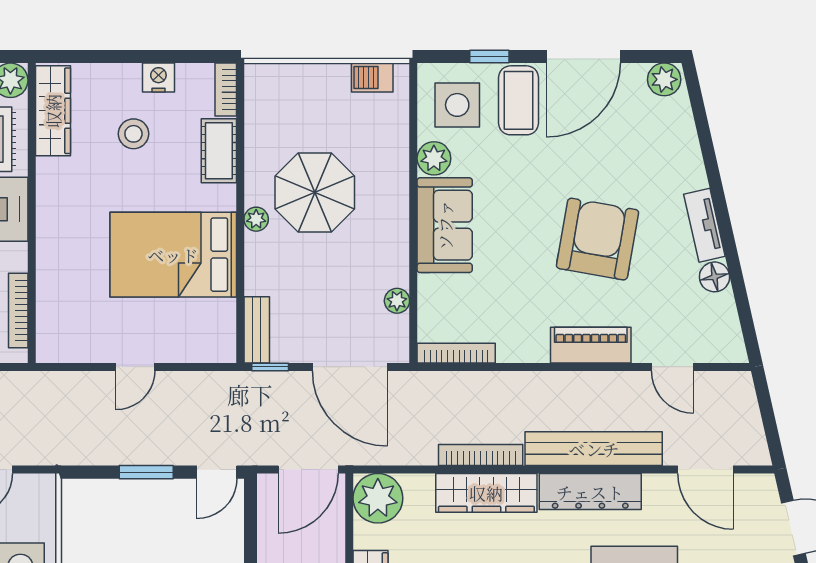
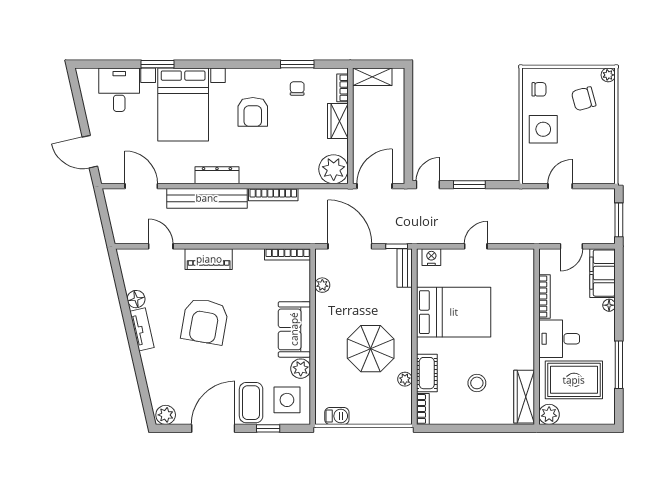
nightstand: (158, 78) -> (431, 257), moved, turned 180
plant: (256, 219) -> (405, 379), moved
bookcase: (18, 311) -> (544, 297), moved
dresser: (590, 492) -> (217, 175), width x0.73, depth x0.80
wardrobe: (486, 493) -> (270, 172), removed

